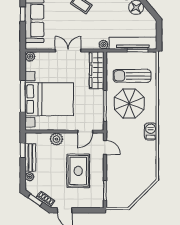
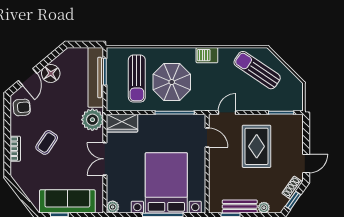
plant: (103, 45) -> (92, 120), width x1.87, depth x1.87
wardrobe: (97, 70) -> (122, 123), width x0.67
plant: (56, 139) -> (217, 174), removed
rug: (78, 171) -> (257, 146), turned 90
sun lounger: (139, 171) -> (257, 70), added

